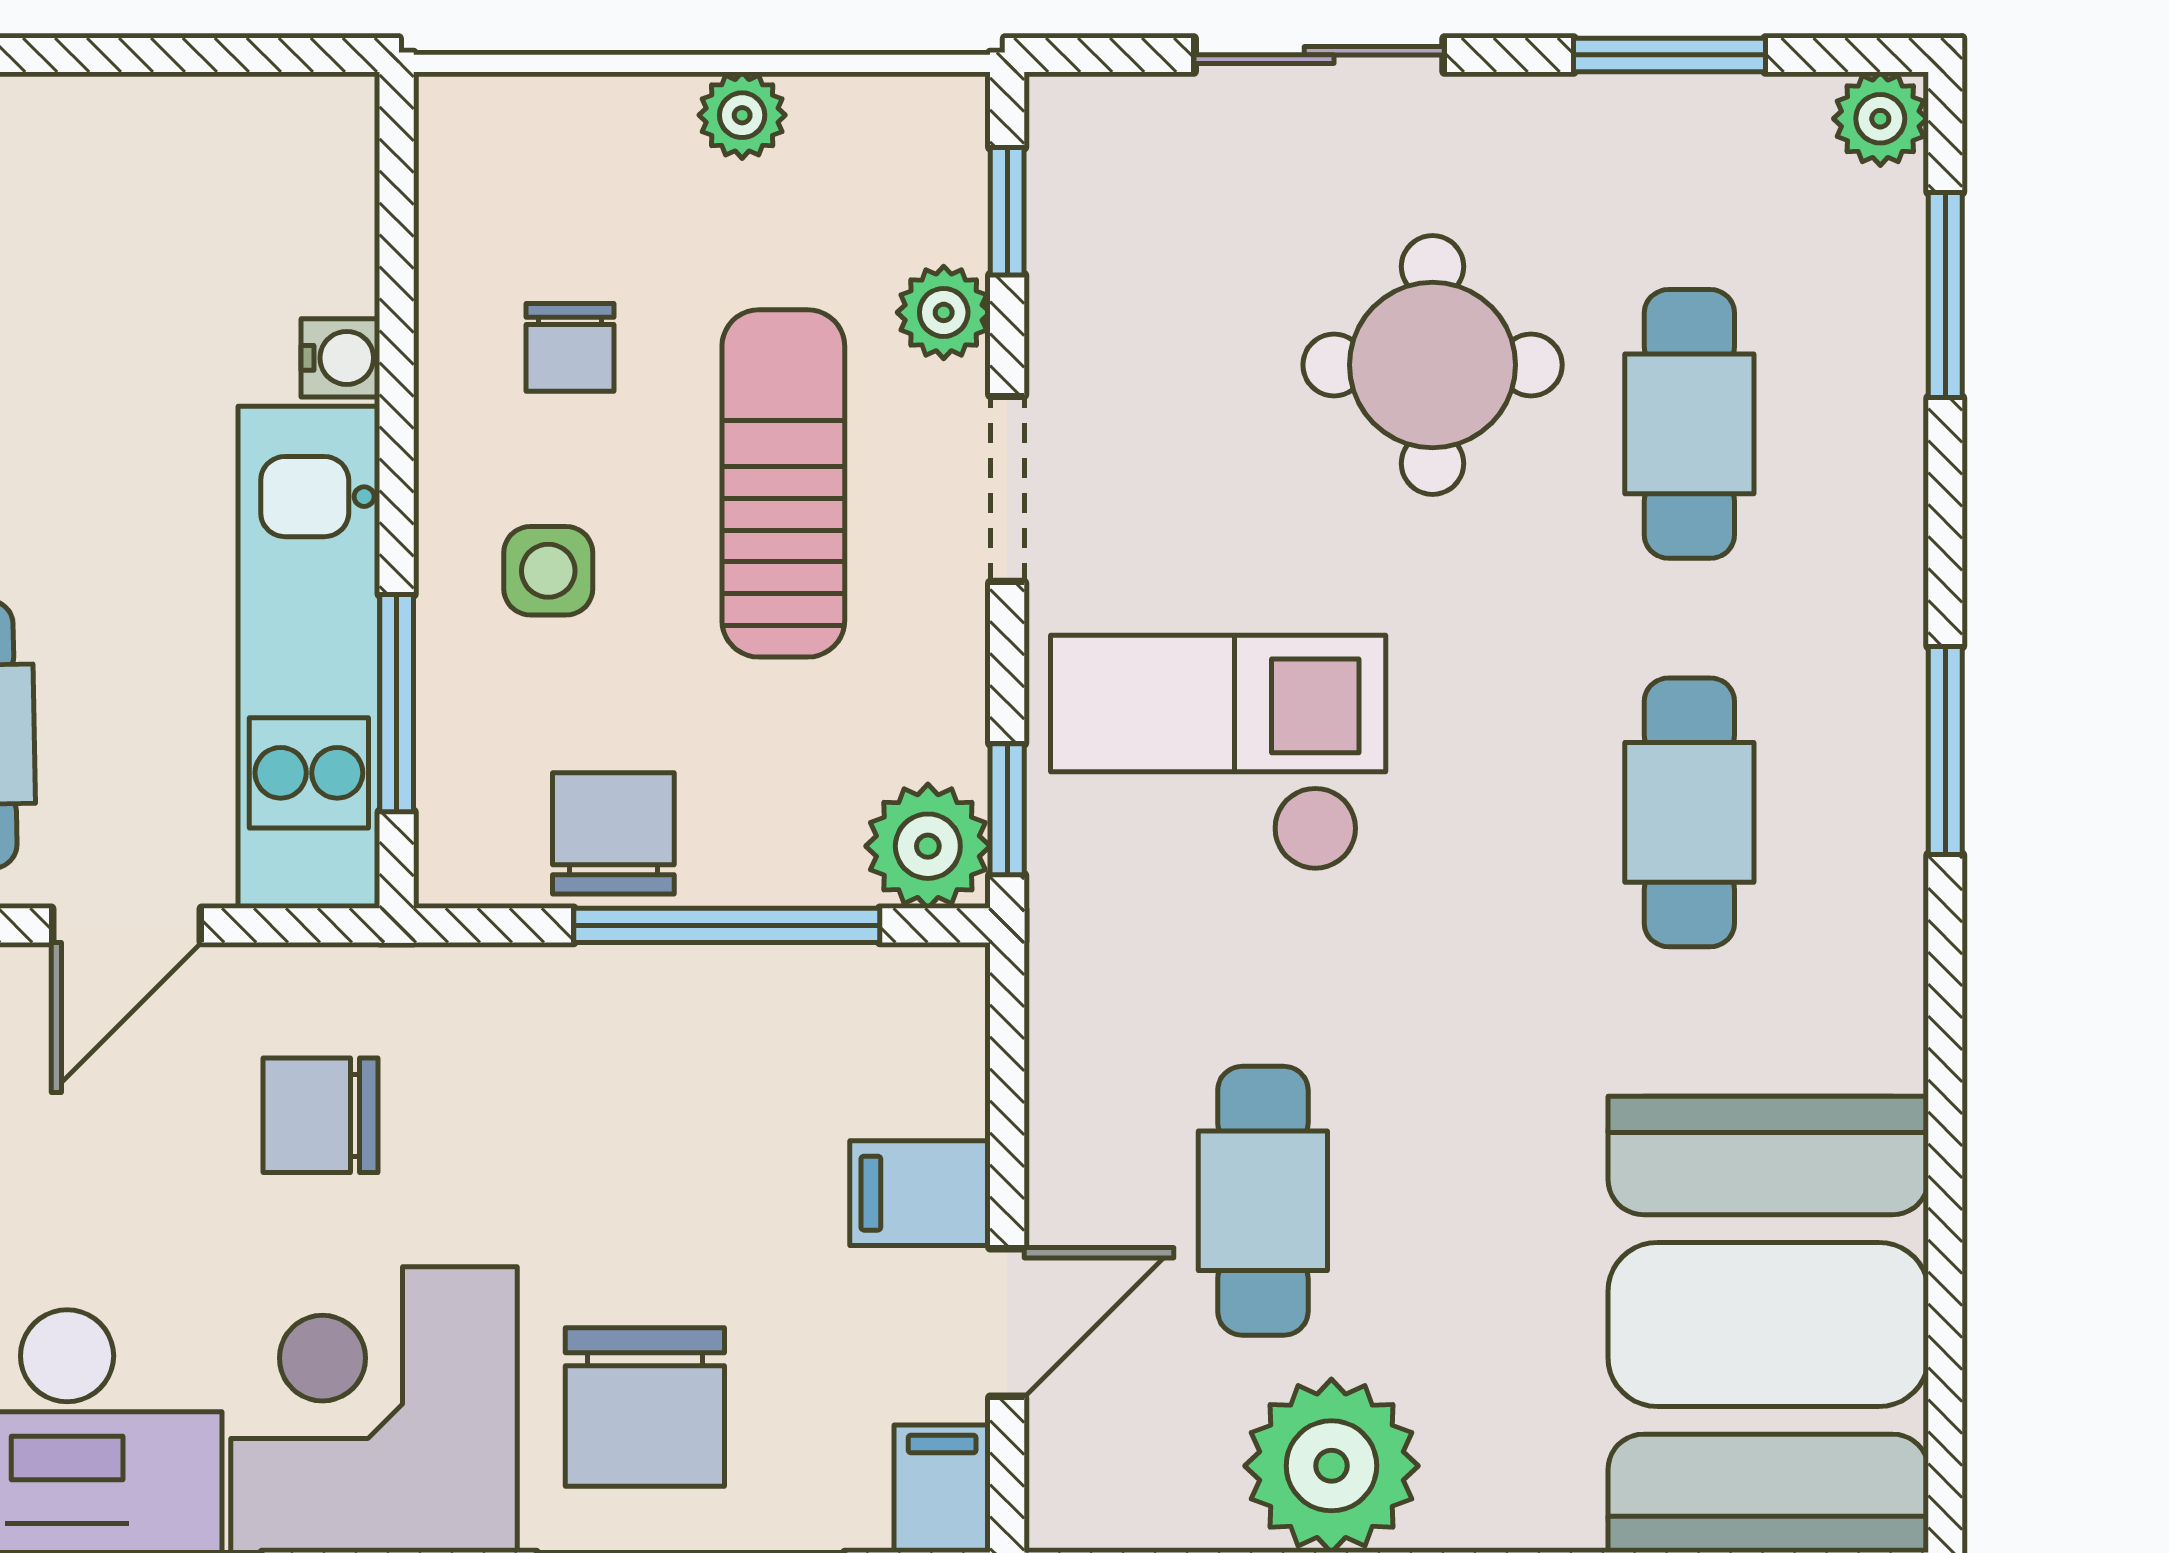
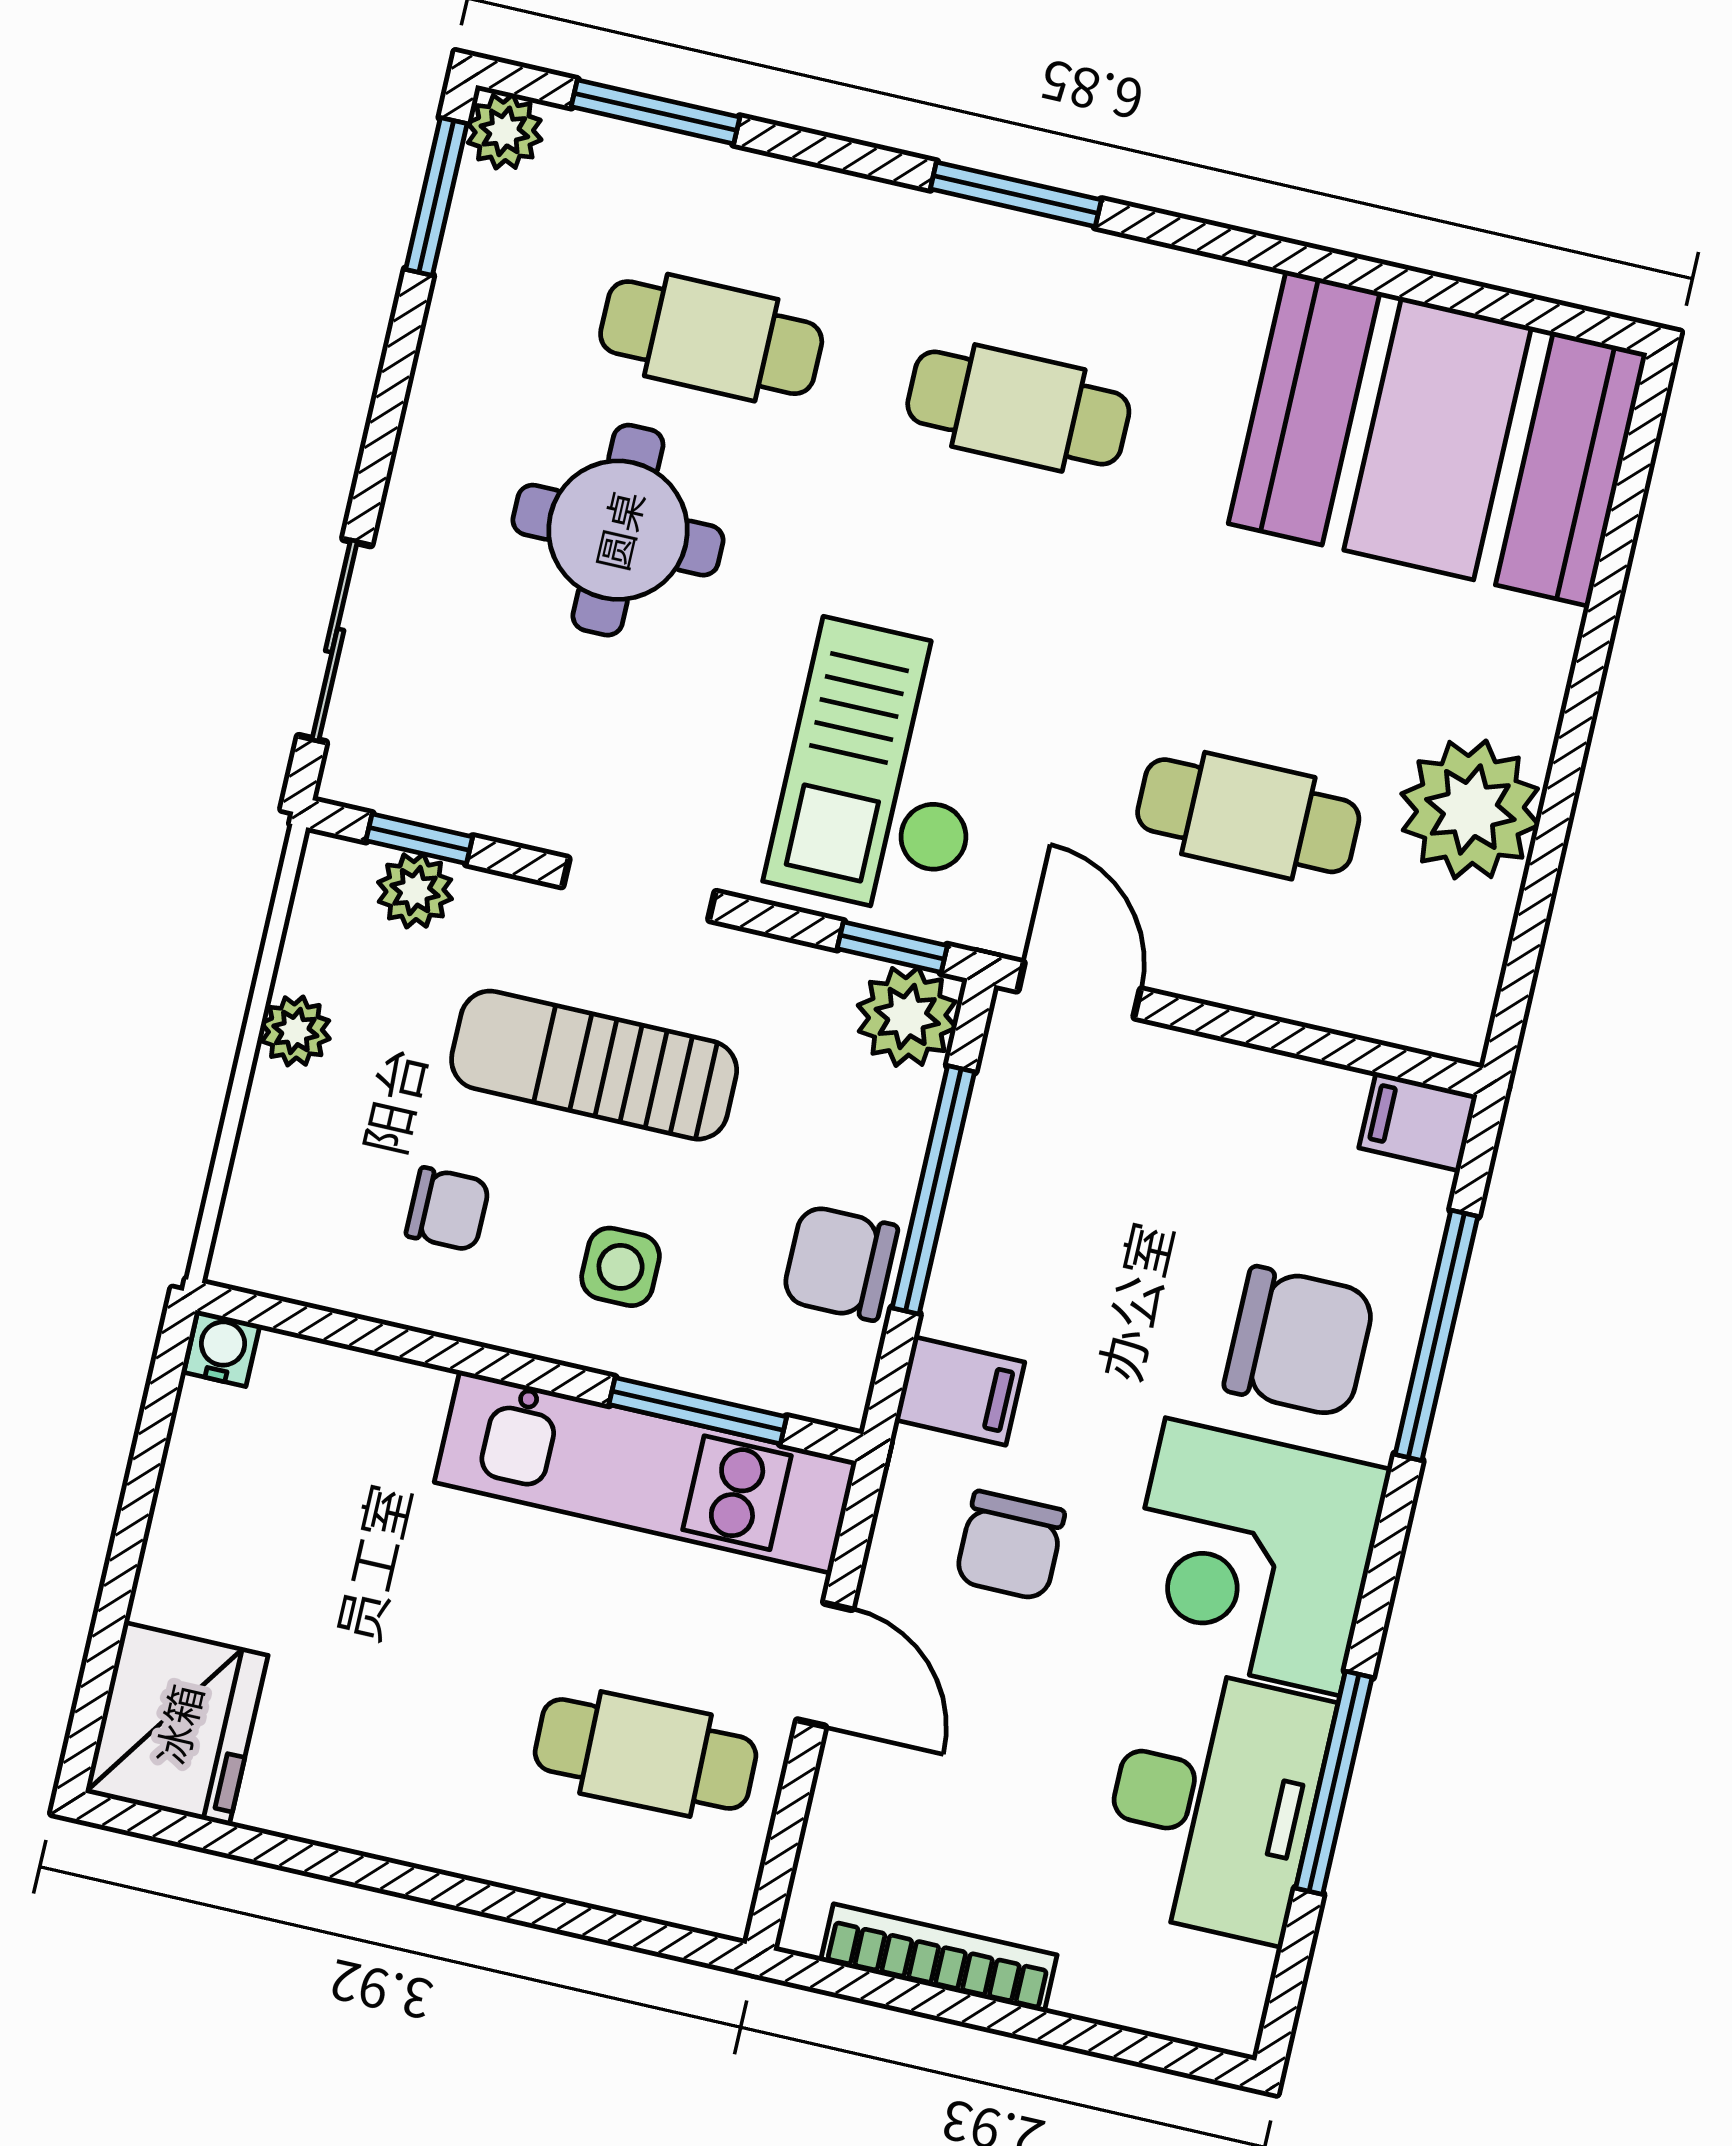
sliding door: (1319, 55) -> (335, 641), moved
window: (1669, 55) -> (436, 196), moved
plant: (944, 312) -> (415, 891), moved
water cooler: (340, 358) -> (222, 1348), moved
filing cabinet: (920, 1193) -> (960, 1391), moved, turned -90
door: (1007, 1323) -> (1079, 990), moved

